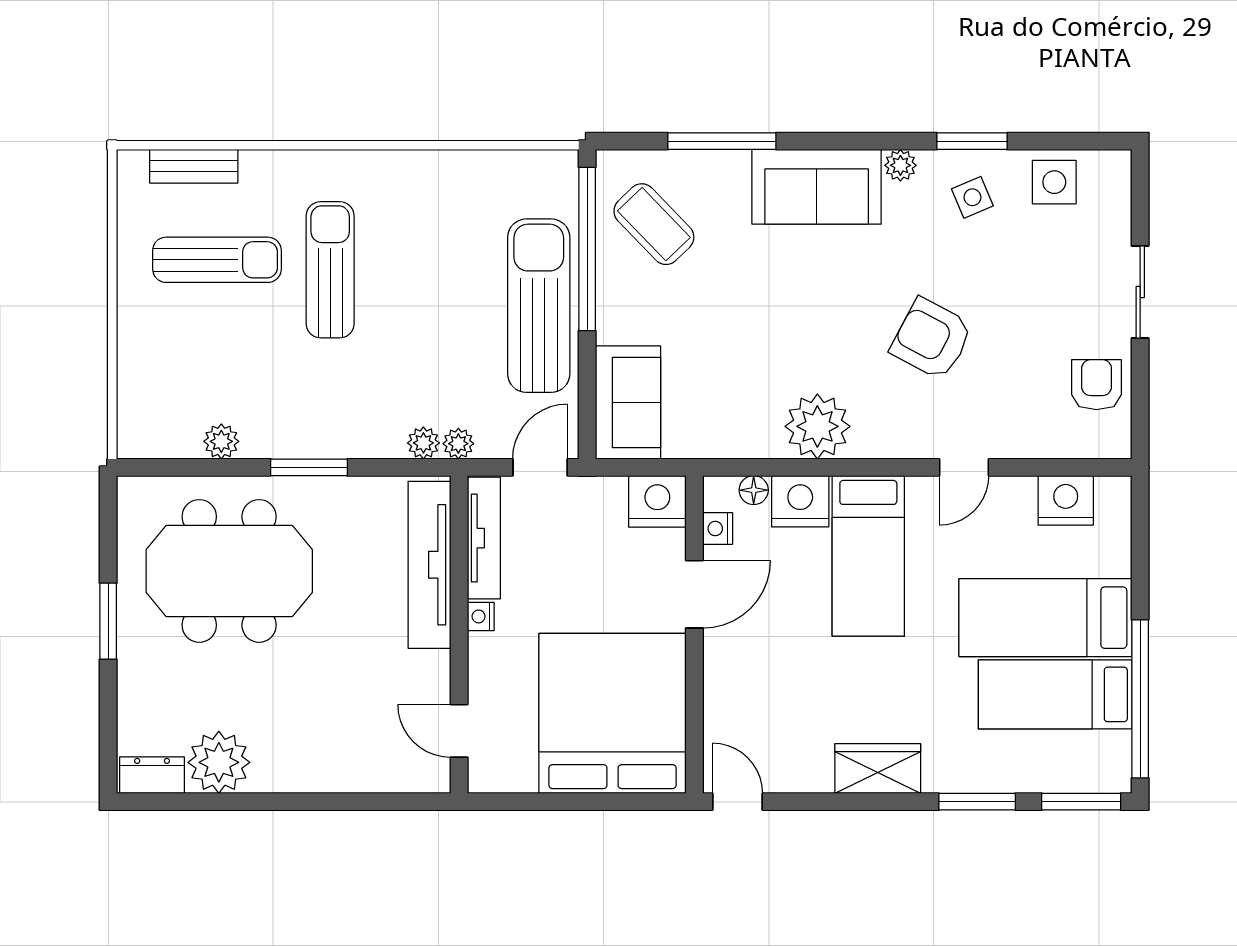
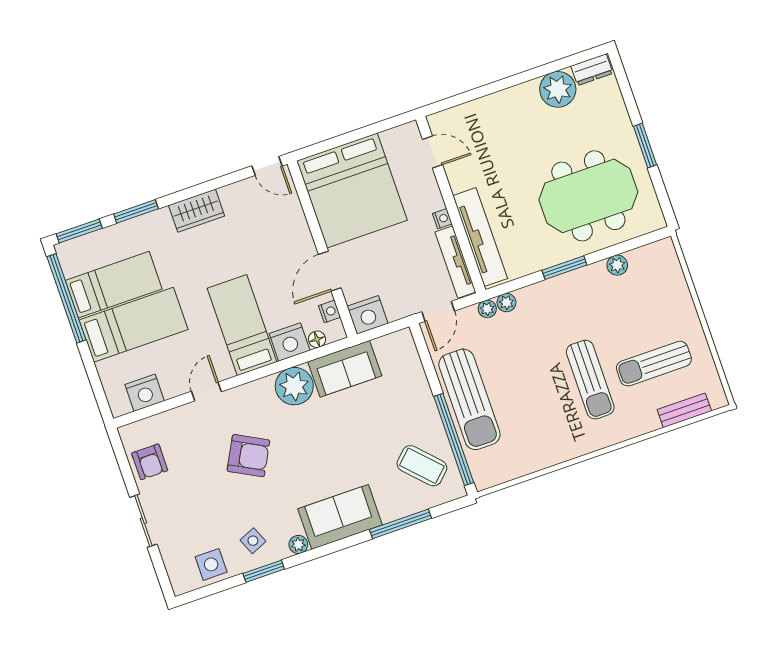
sofa: (628, 402) -> (345, 369), moved, turned -90

